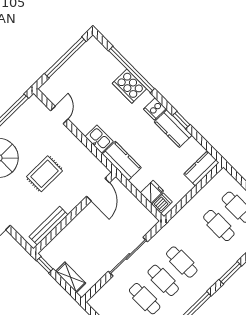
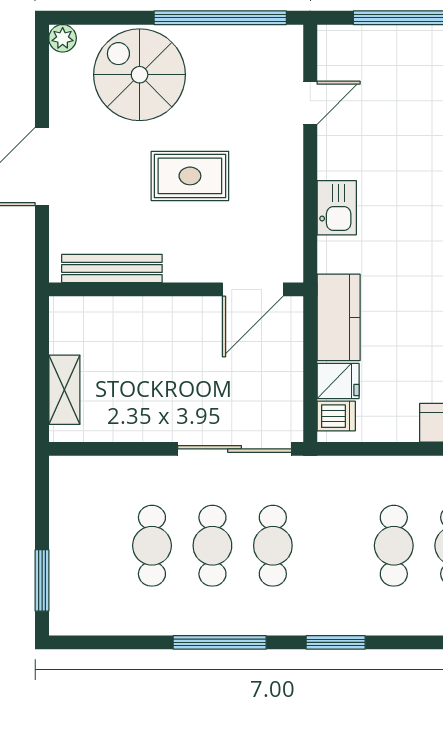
kitchen counter: (122, 161) -> (339, 317), moved
sliding door: (128, 257) -> (235, 449), moved
window: (45, 265) -> (42, 327), removed

